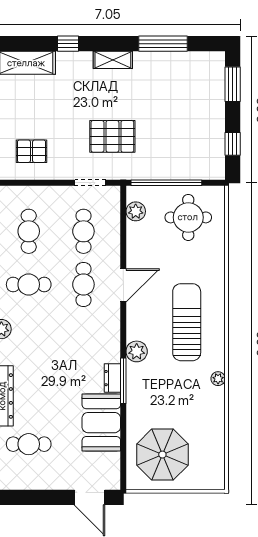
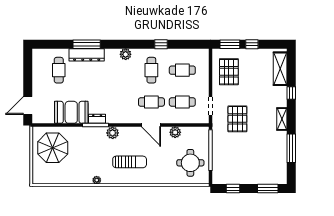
pallet: (31, 151) -> (229, 72), width x1.50, depth x1.42
plant: (136, 211) -> (175, 132), moved
sun lounger: (187, 322) -> (130, 162), width x0.73, depth x0.75

